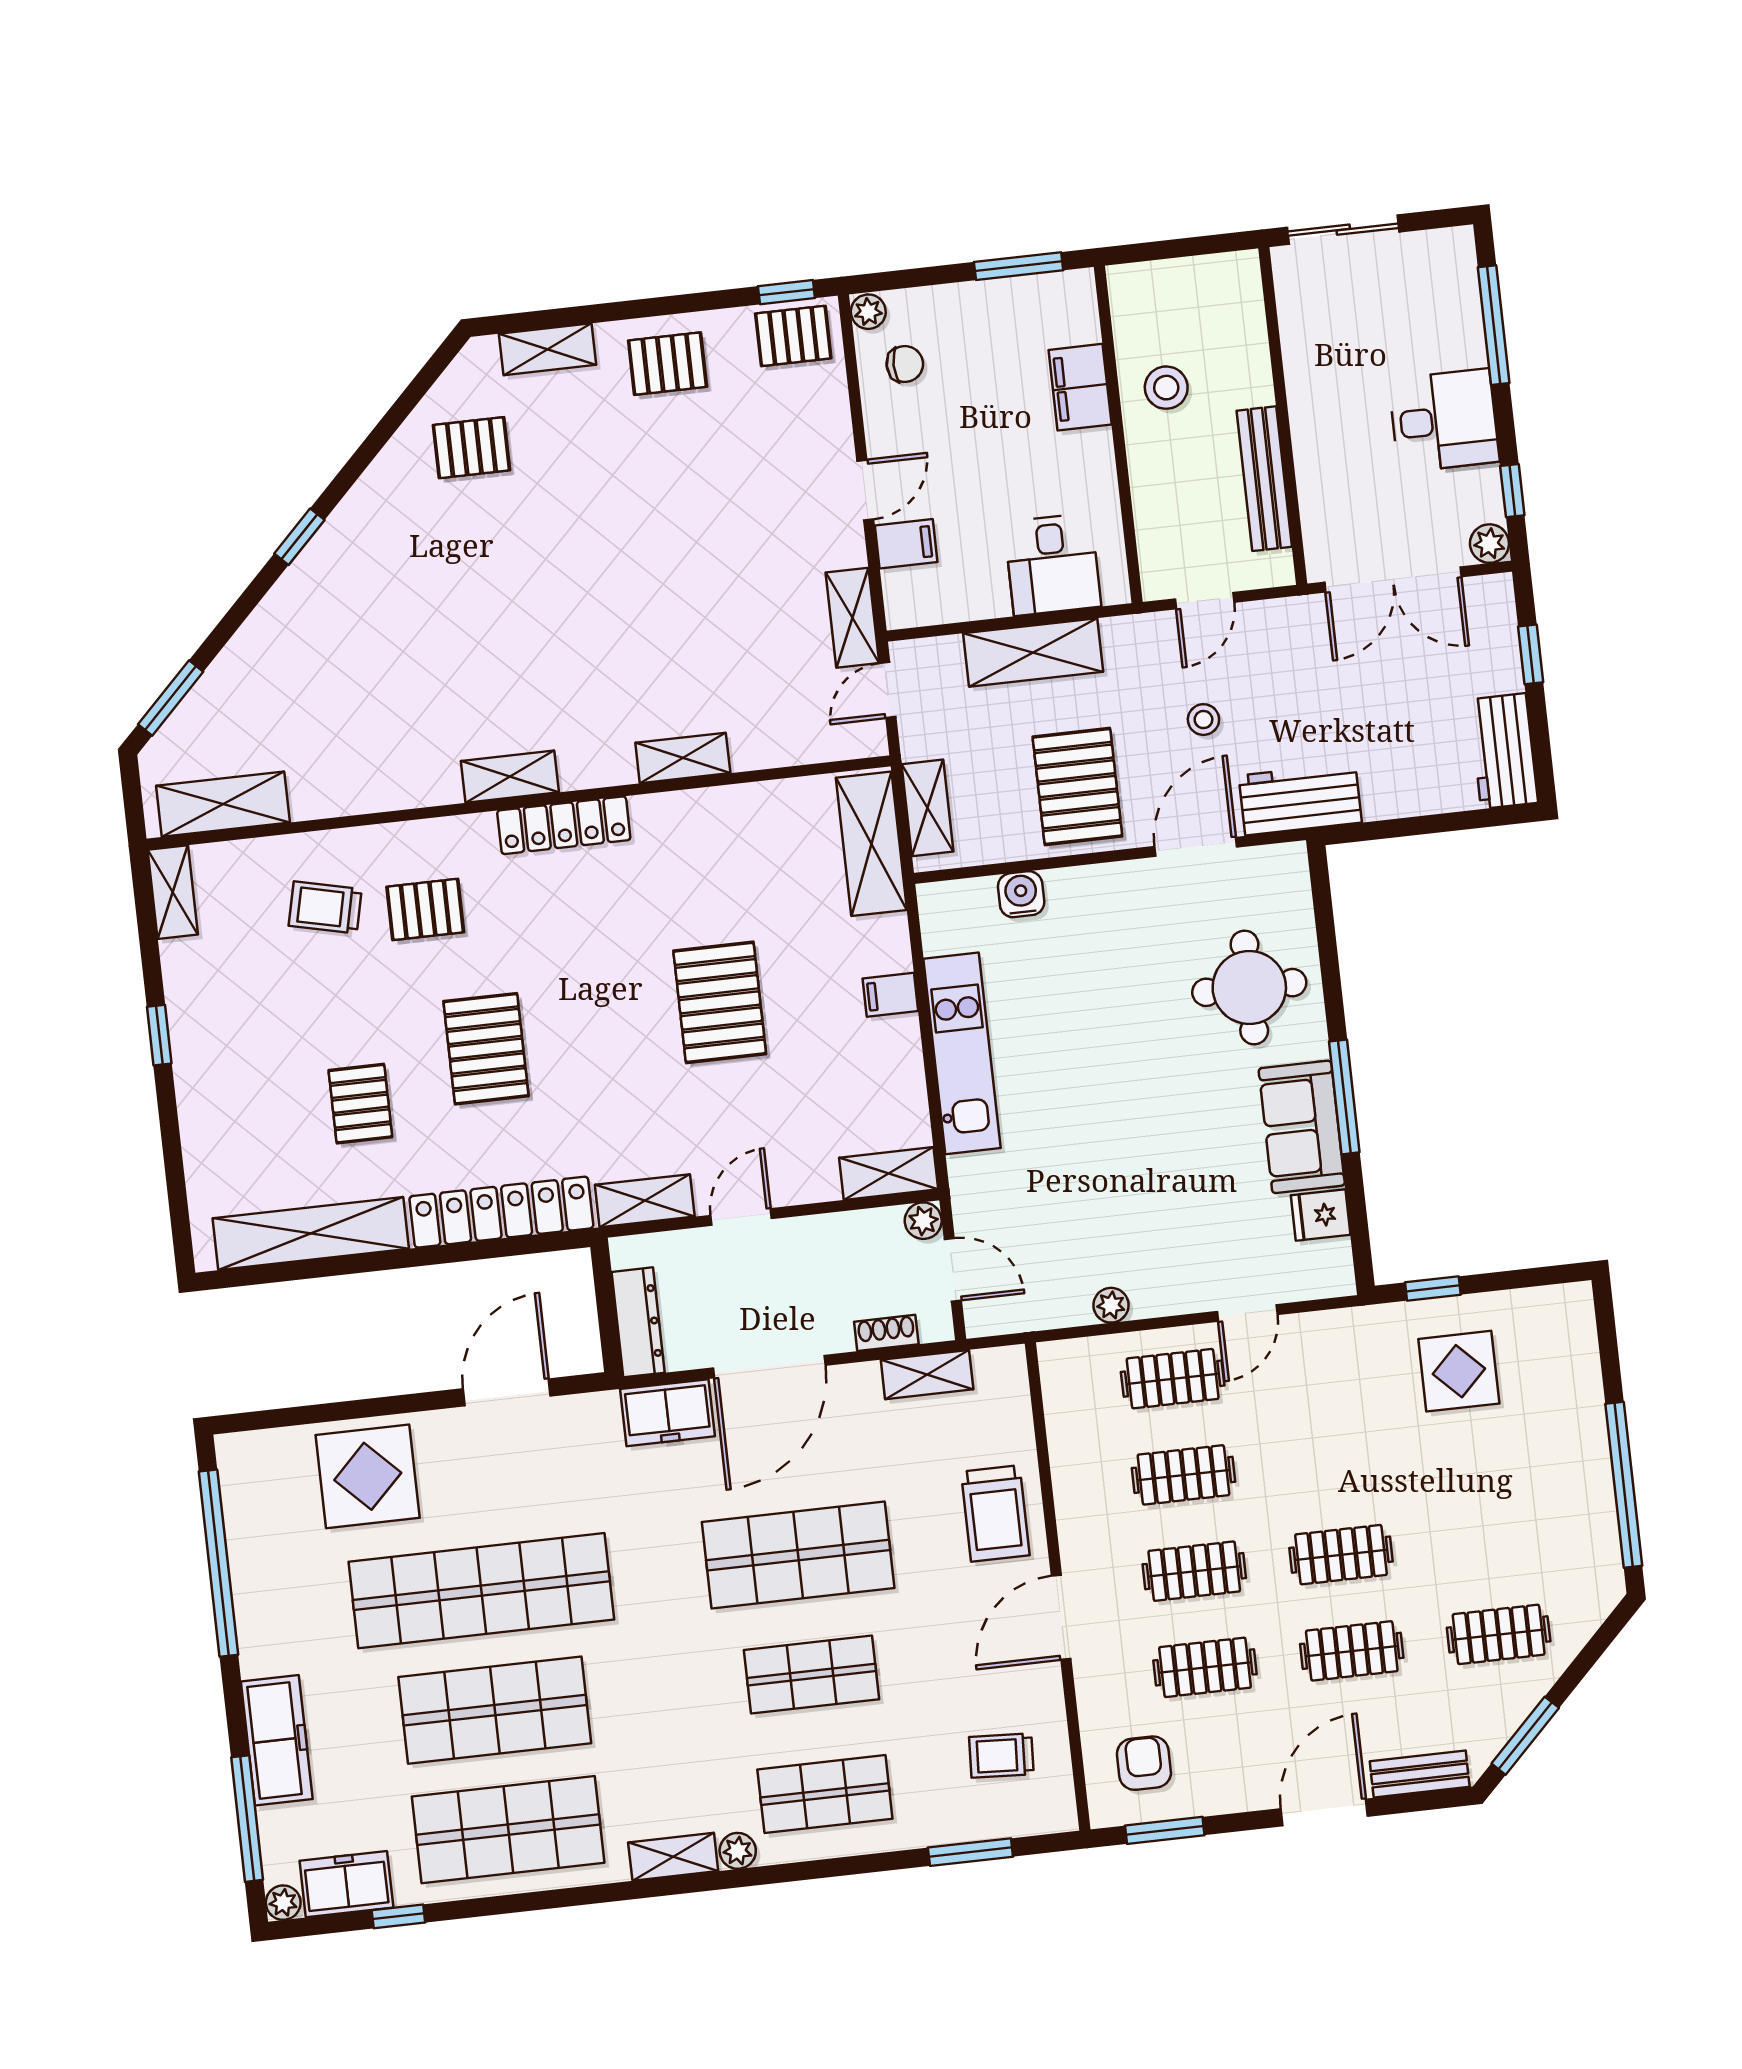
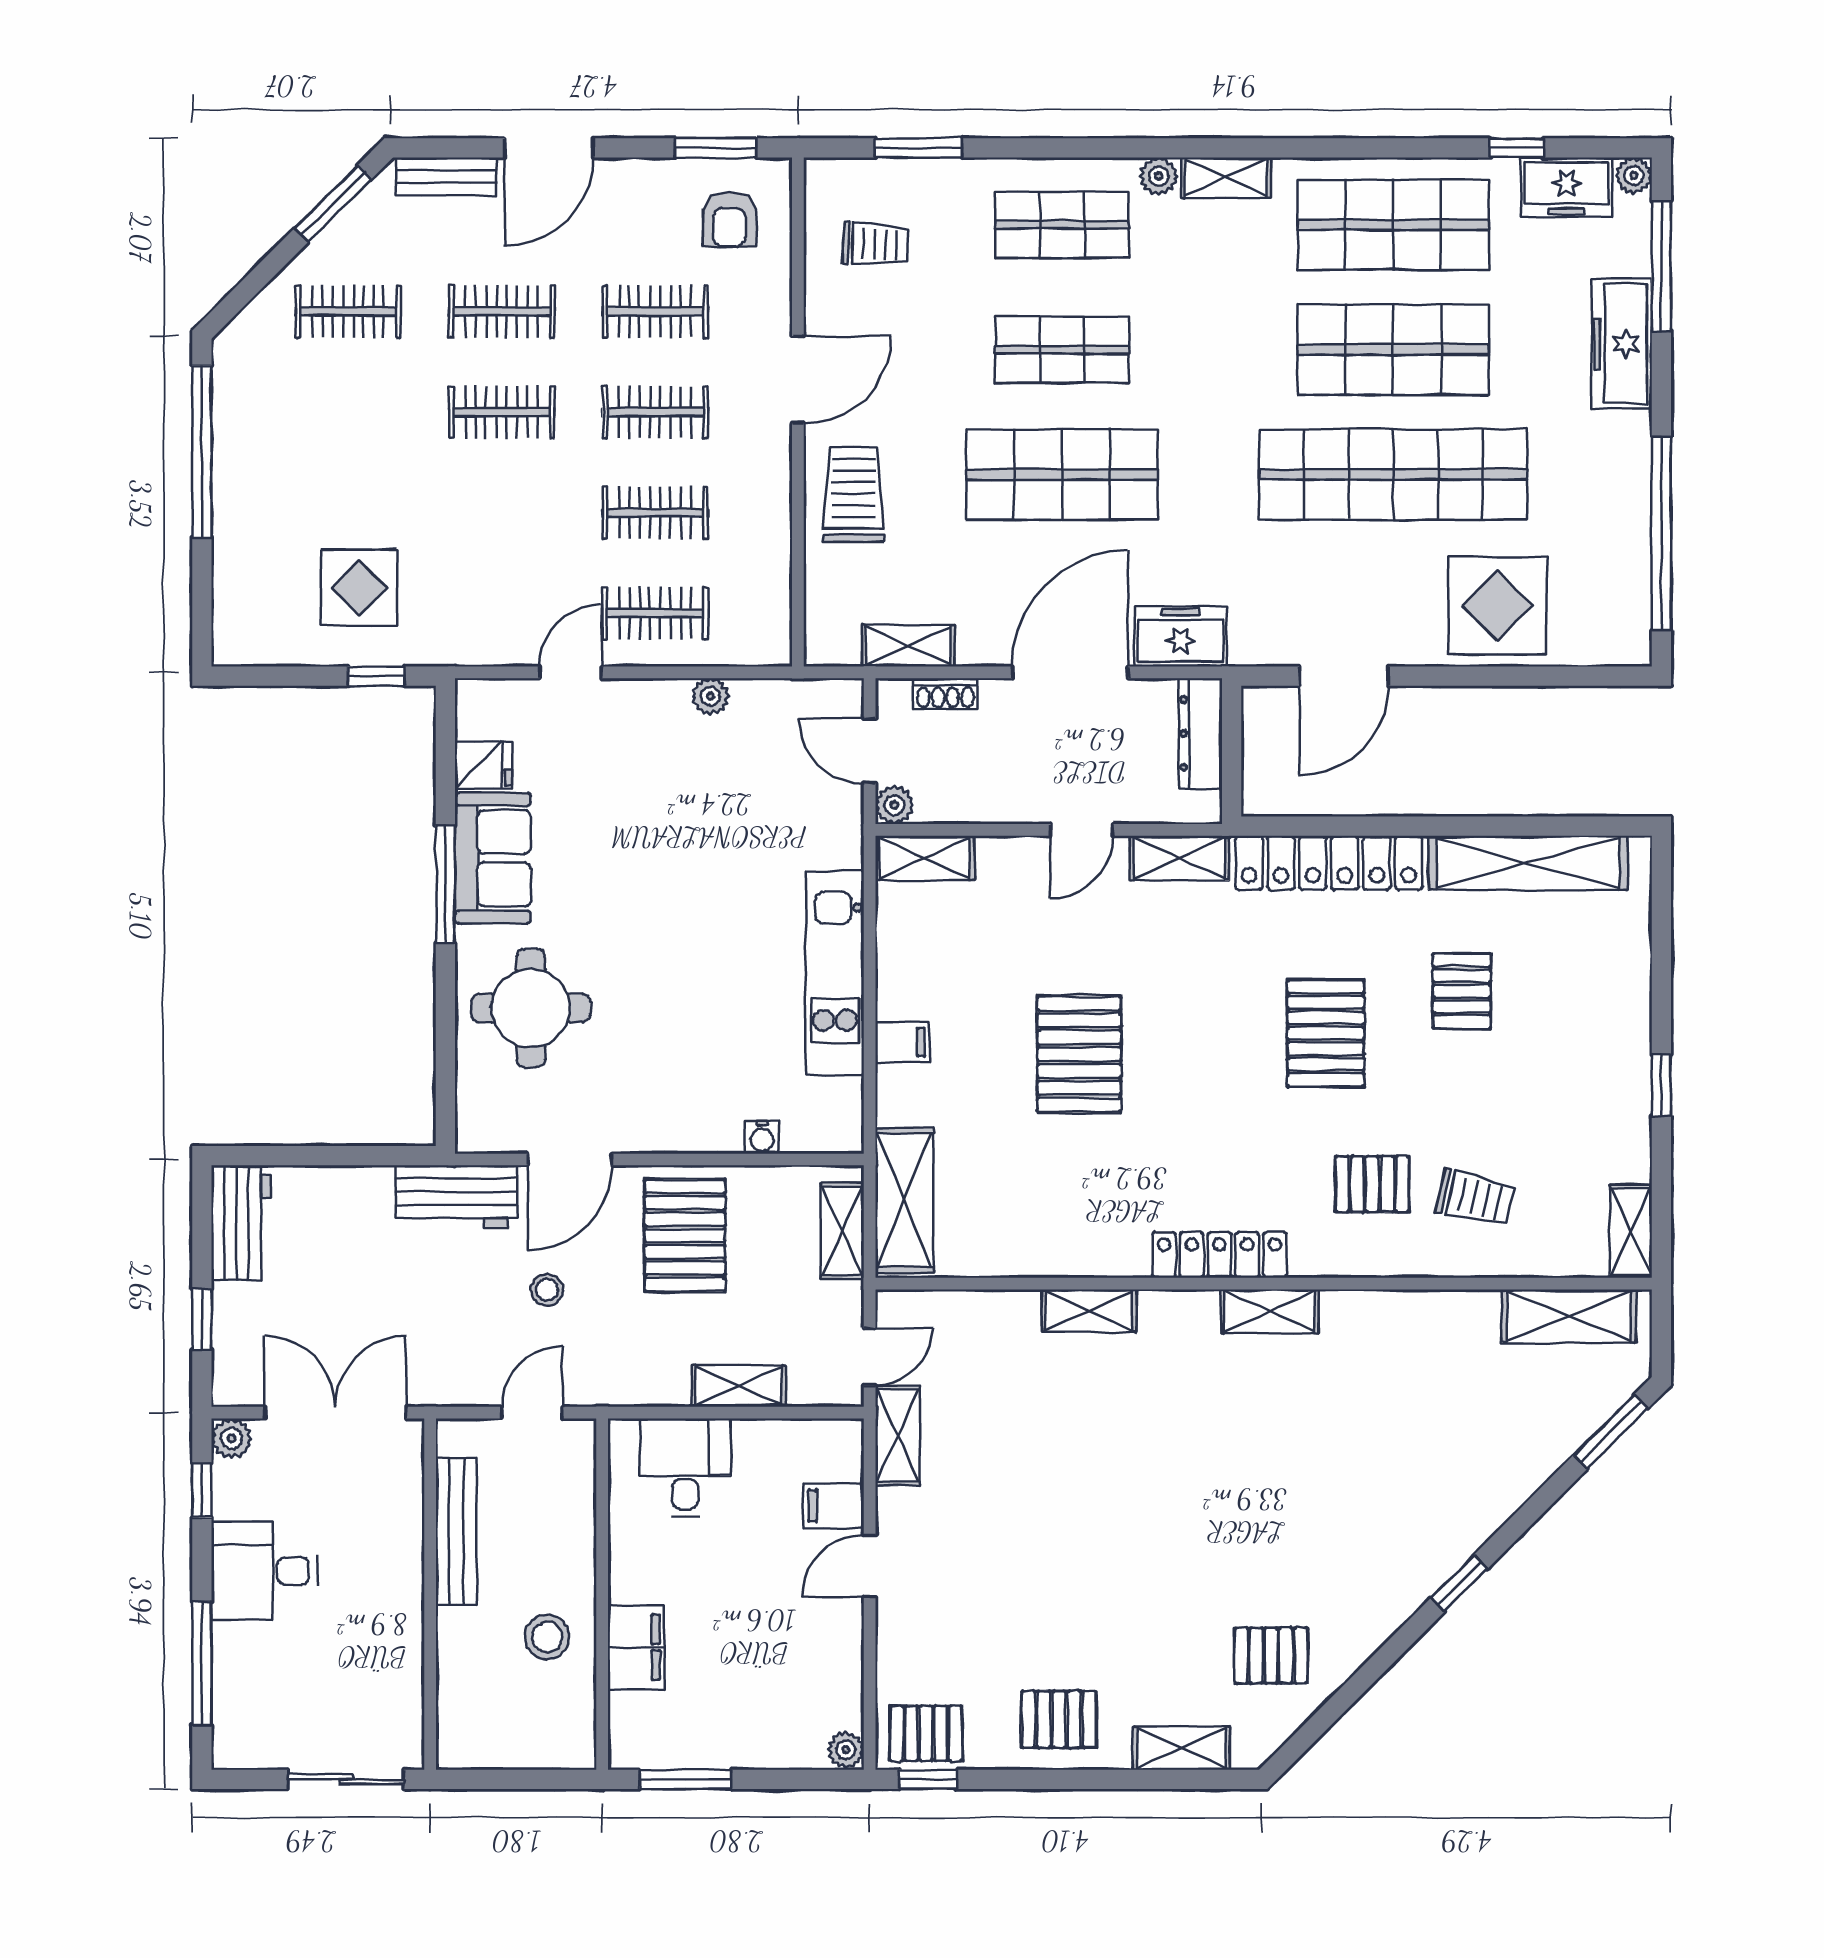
chair: (905, 364) -> (814, 1692), removed
shelving: (1033, 653) -> (739, 1386), width x0.67, depth x0.75
water cooler: (1021, 894) -> (762, 1137), width x0.72, depth x0.72

